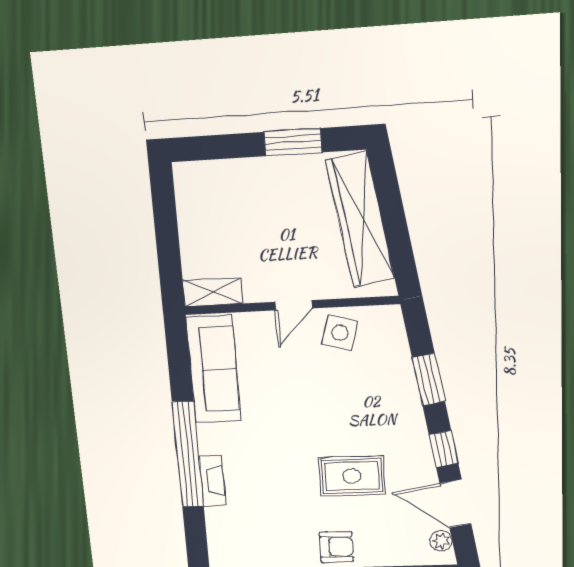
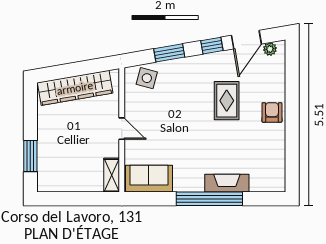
window: (293, 142) -> (30, 156), moved
side table: (340, 333) -> (147, 78), moved
sofa: (213, 369) -> (149, 179), width x0.73
fireplace: (212, 481) -> (227, 183), width x1.37, depth x1.32

